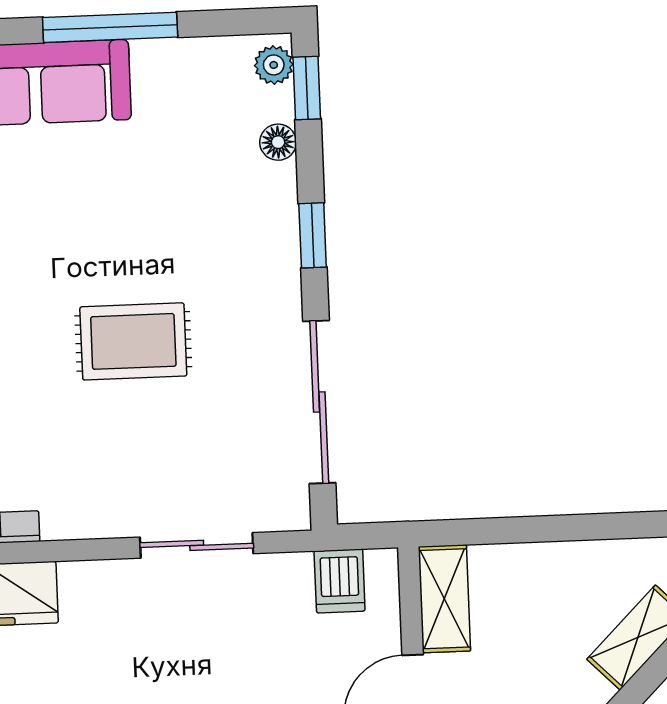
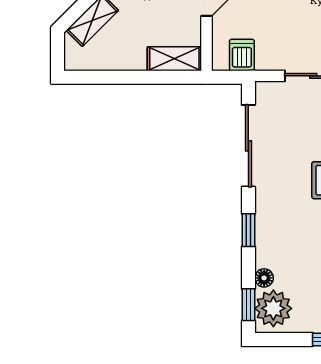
plant: (274, 65) -> (273, 308), width x1.88, depth x1.88
shelving: (444, 599) -> (174, 59), moved, turned 90

